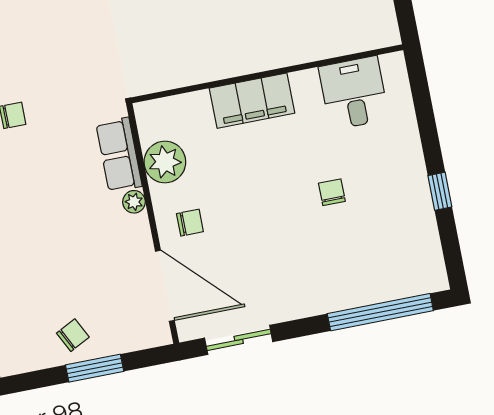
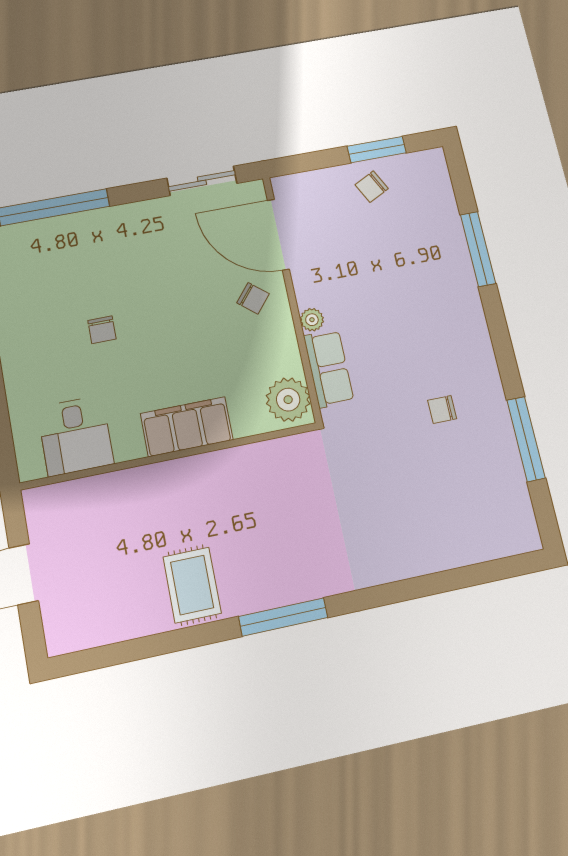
plant: (165, 162) -> (288, 400), moved
chair: (190, 223) -> (253, 298), turned -140
window: (95, 368) -> (377, 149), moved

